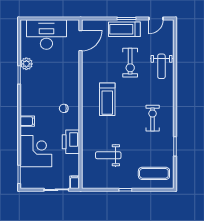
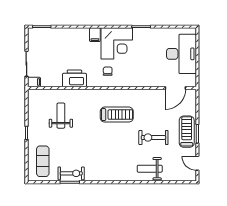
door: (81, 41) -> (175, 88), hinge flipped
plant: (26, 64) -> (152, 34), removed
treadmill: (107, 99) -> (117, 115), turned 180
exercise bike: (153, 118) -> (71, 173), moved
corner desk: (36, 151) -> (117, 43), moved

